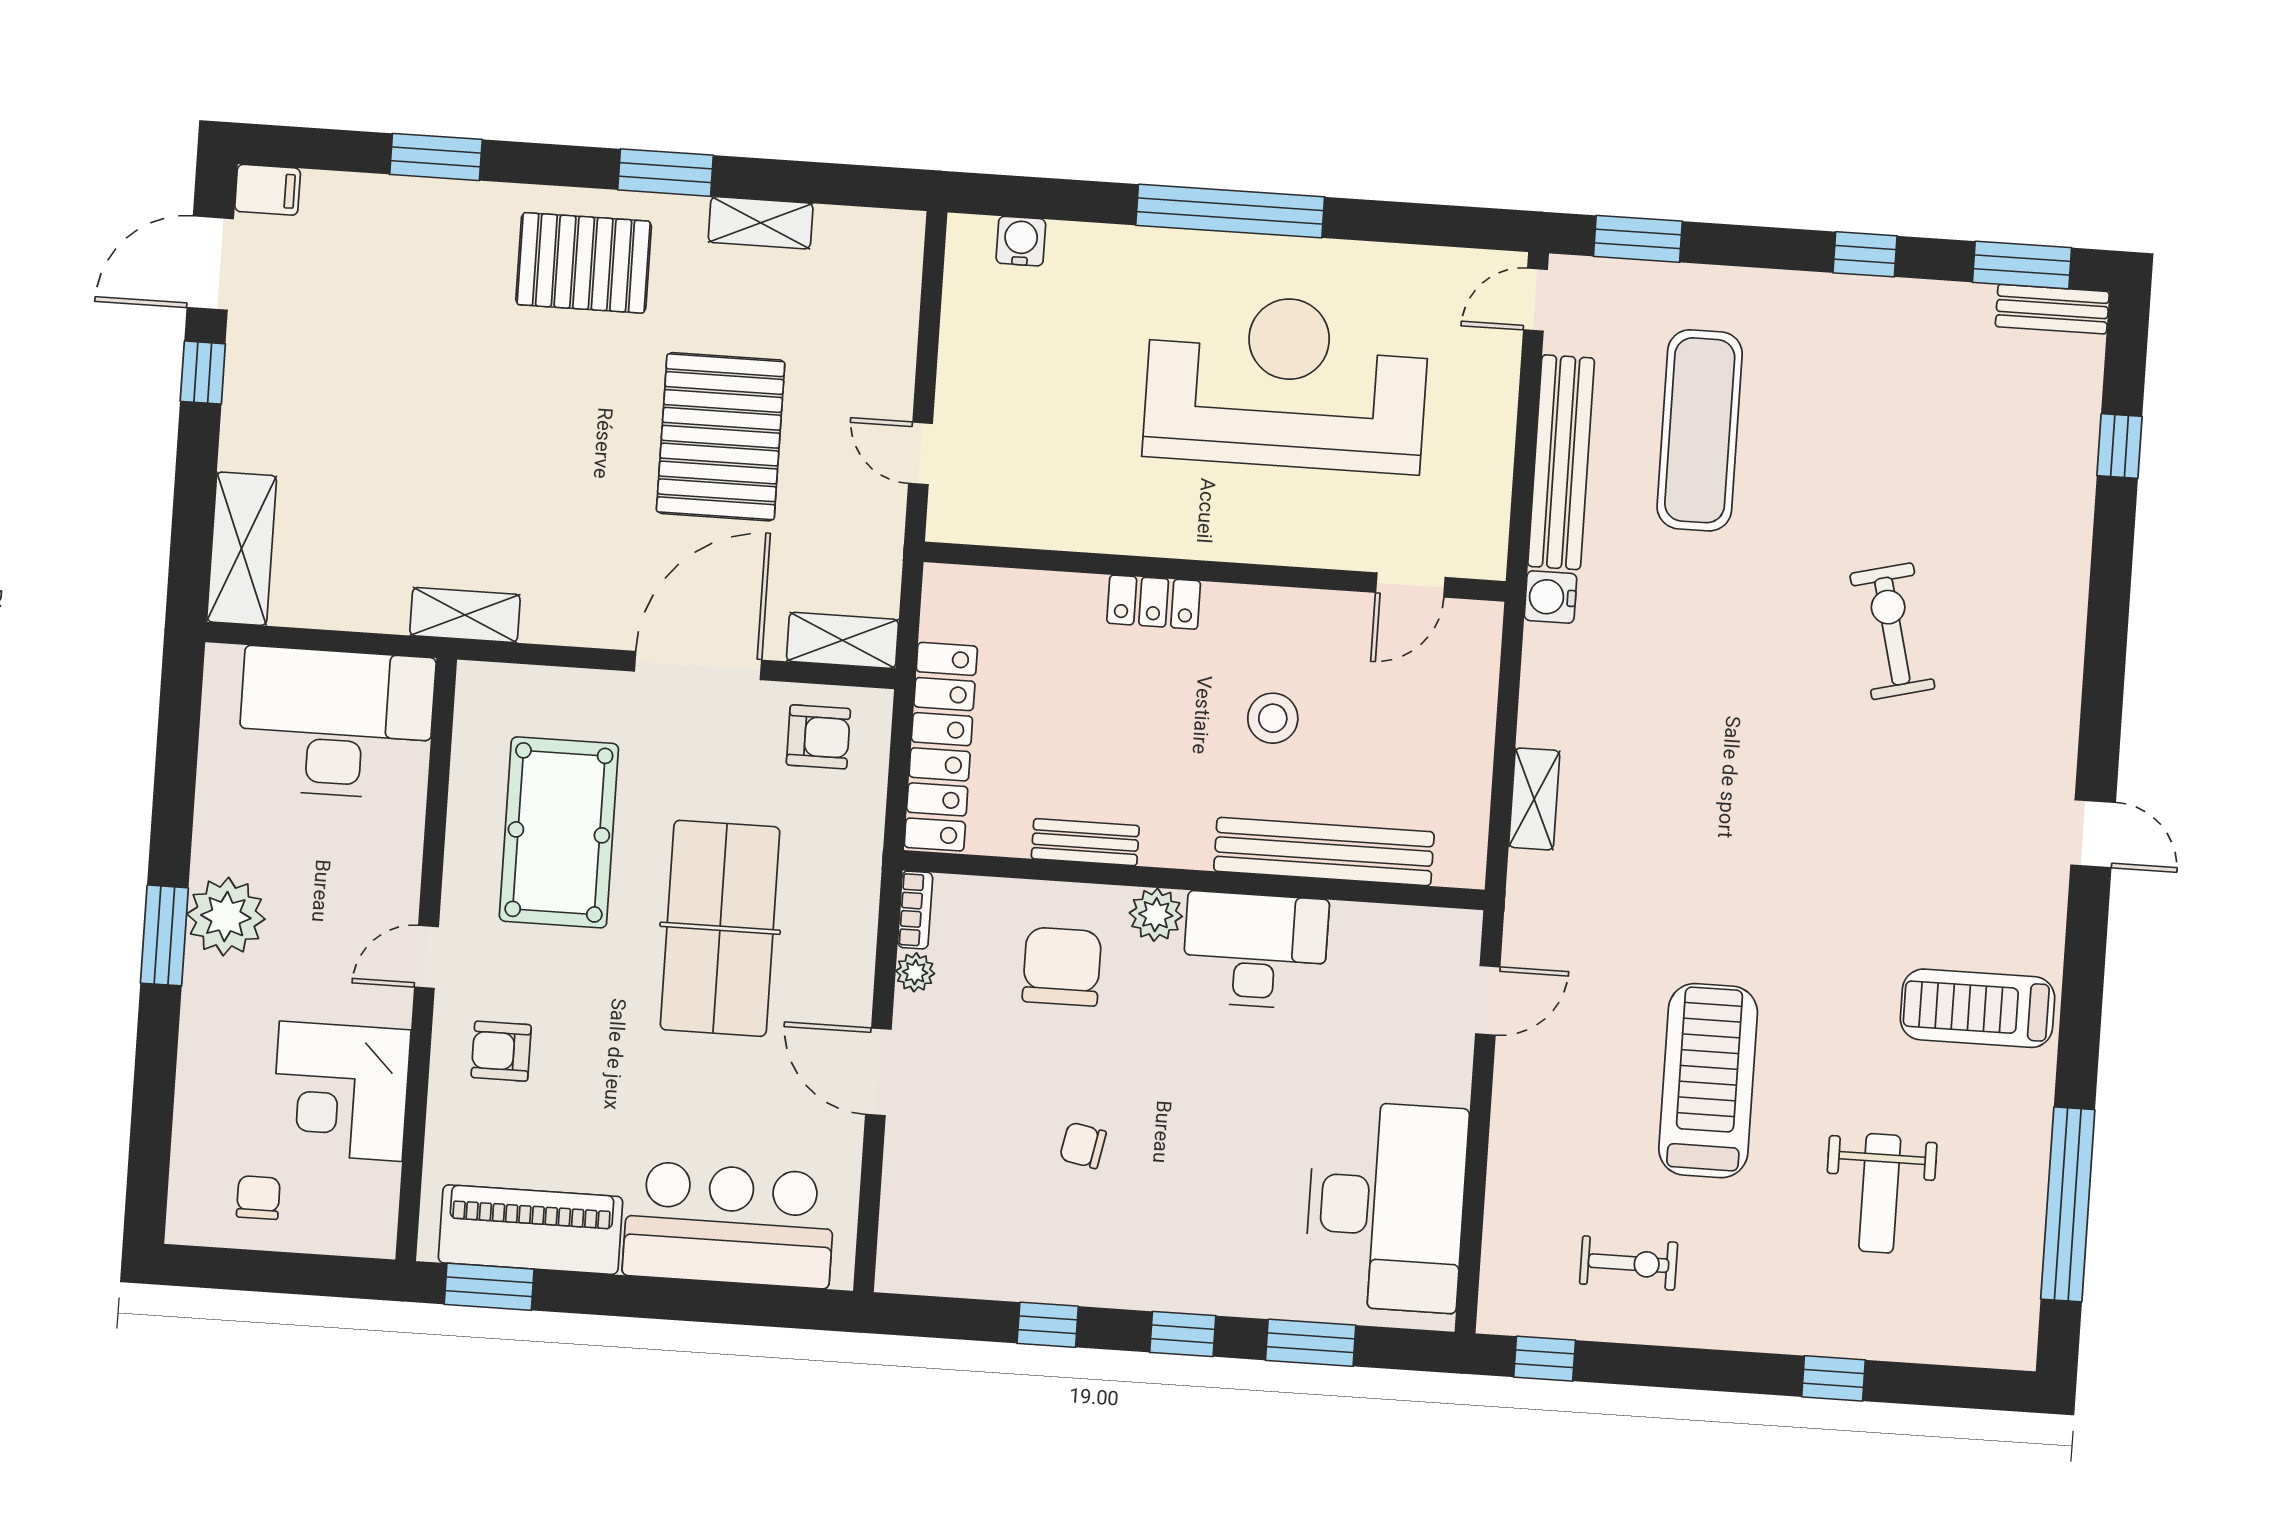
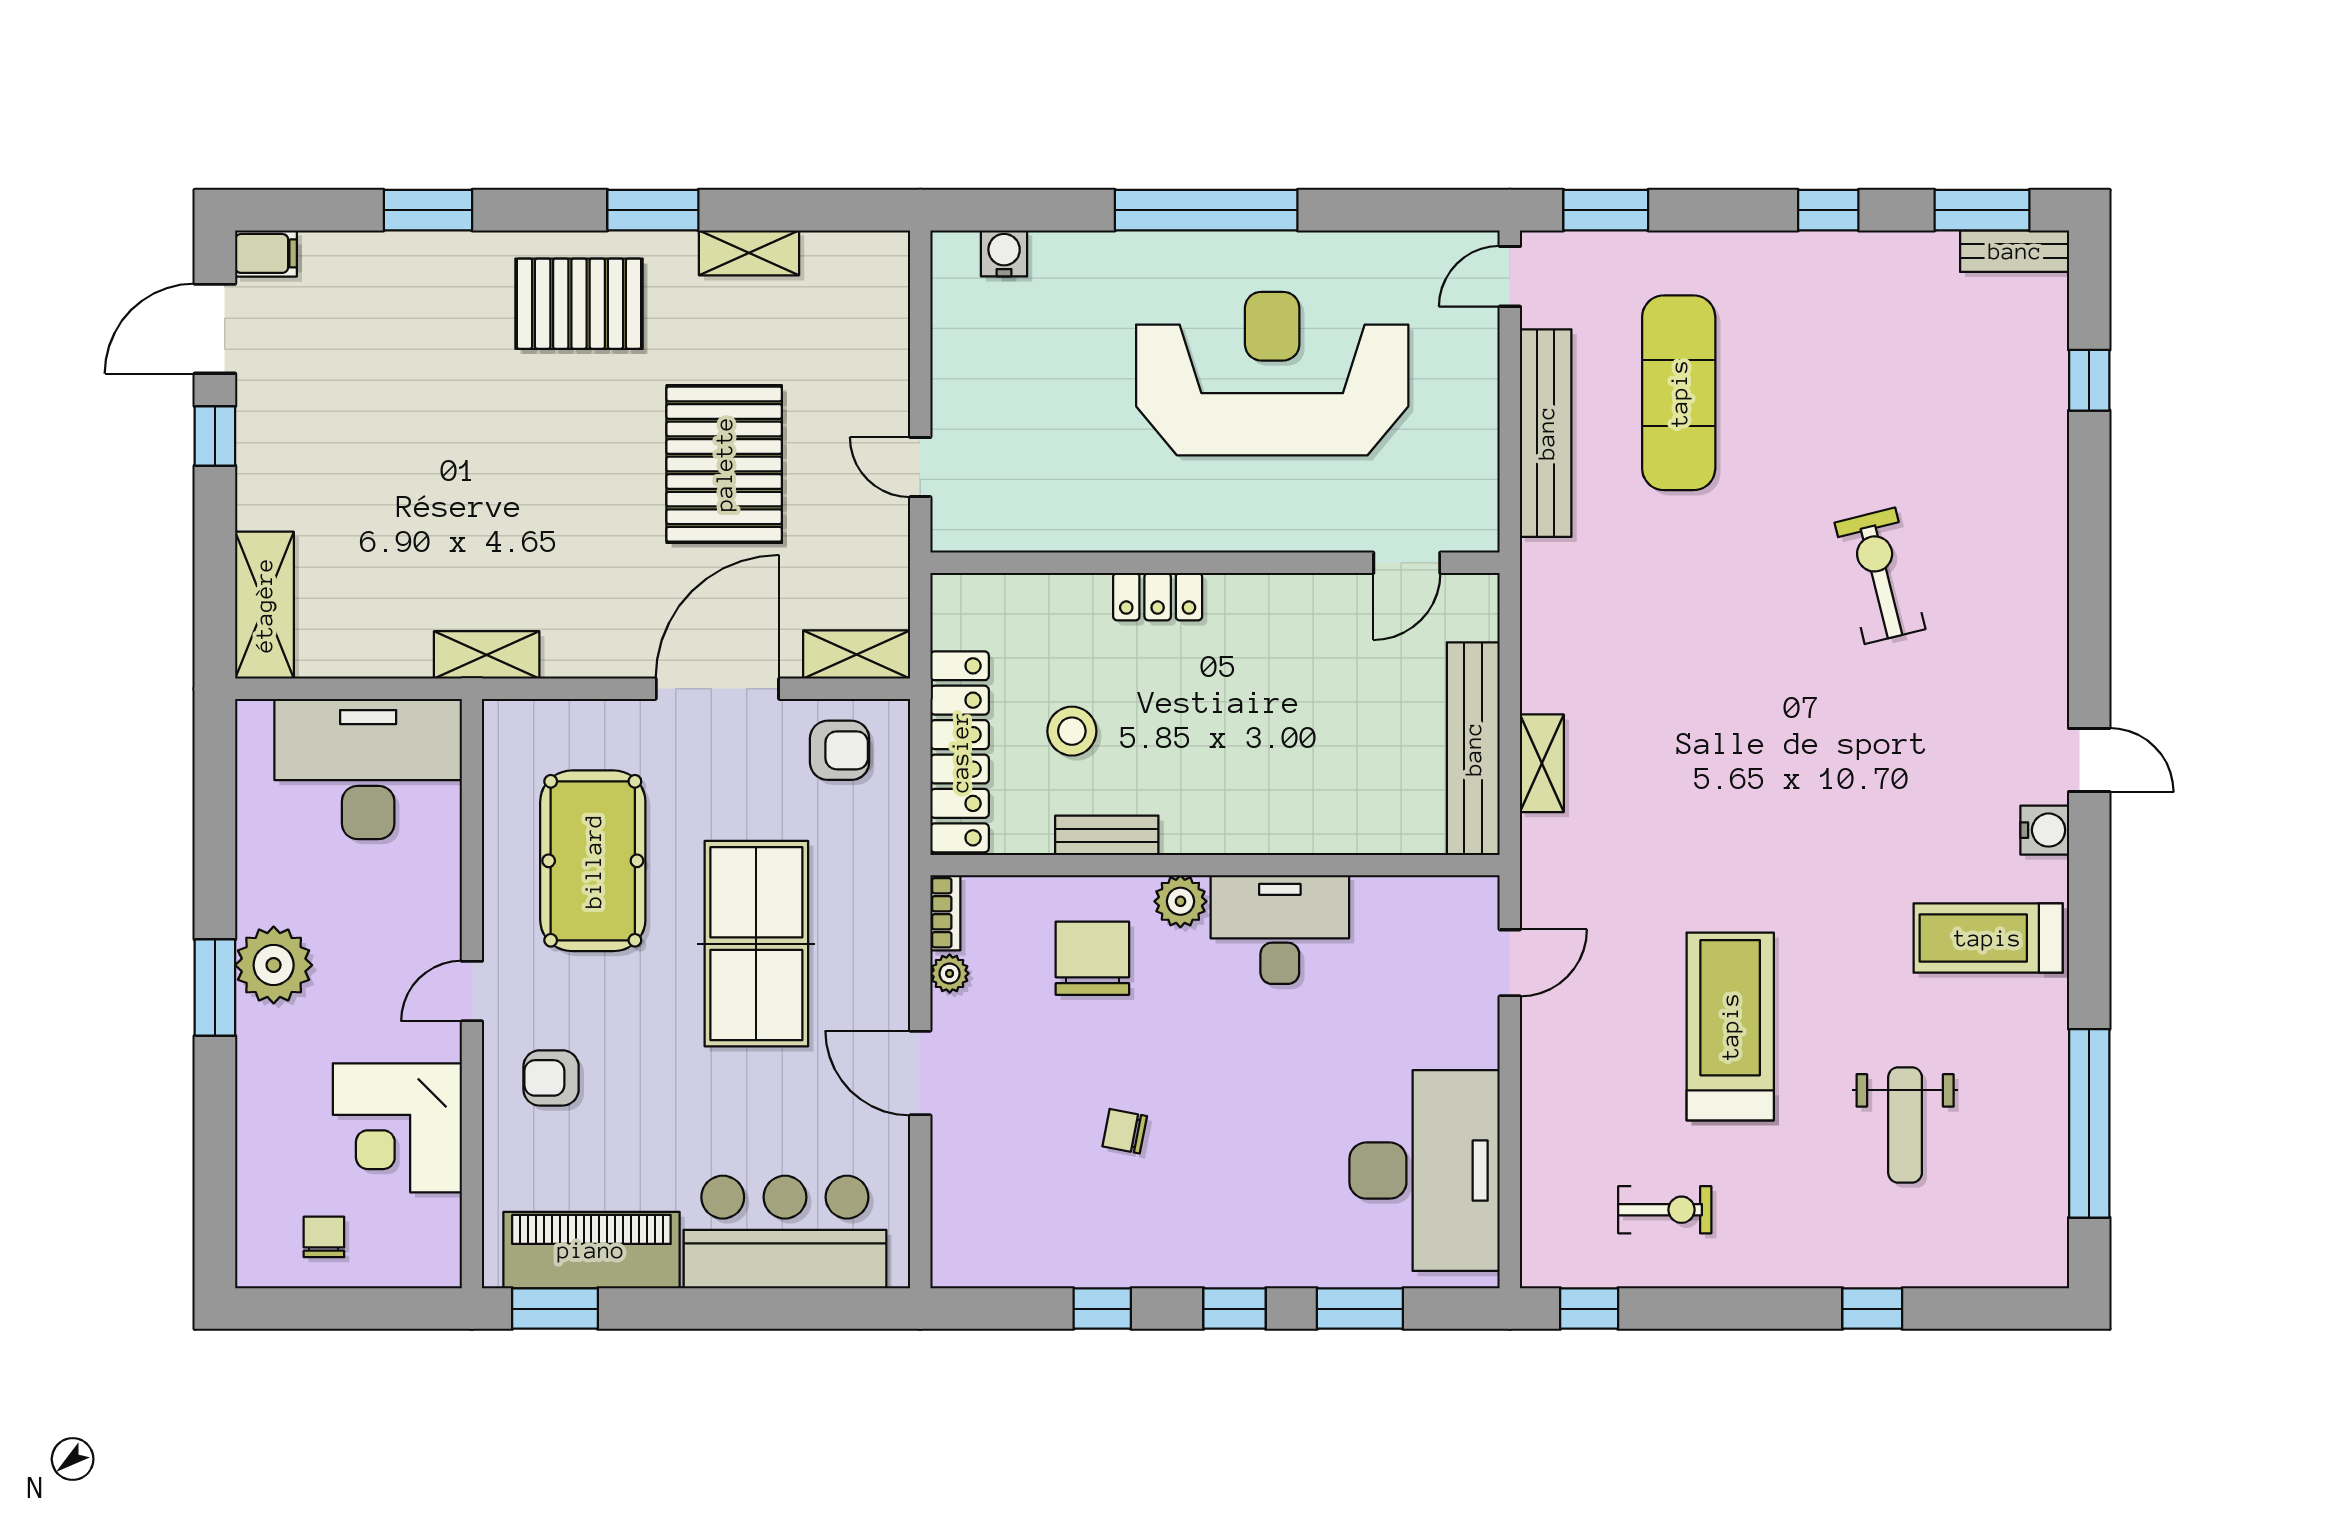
water cooler: (1550, 597) -> (2045, 830), moved, turned 180
stool: (1273, 718) -> (1072, 731), moved
bench: (1324, 852) -> (1473, 749), moved, turned 90

